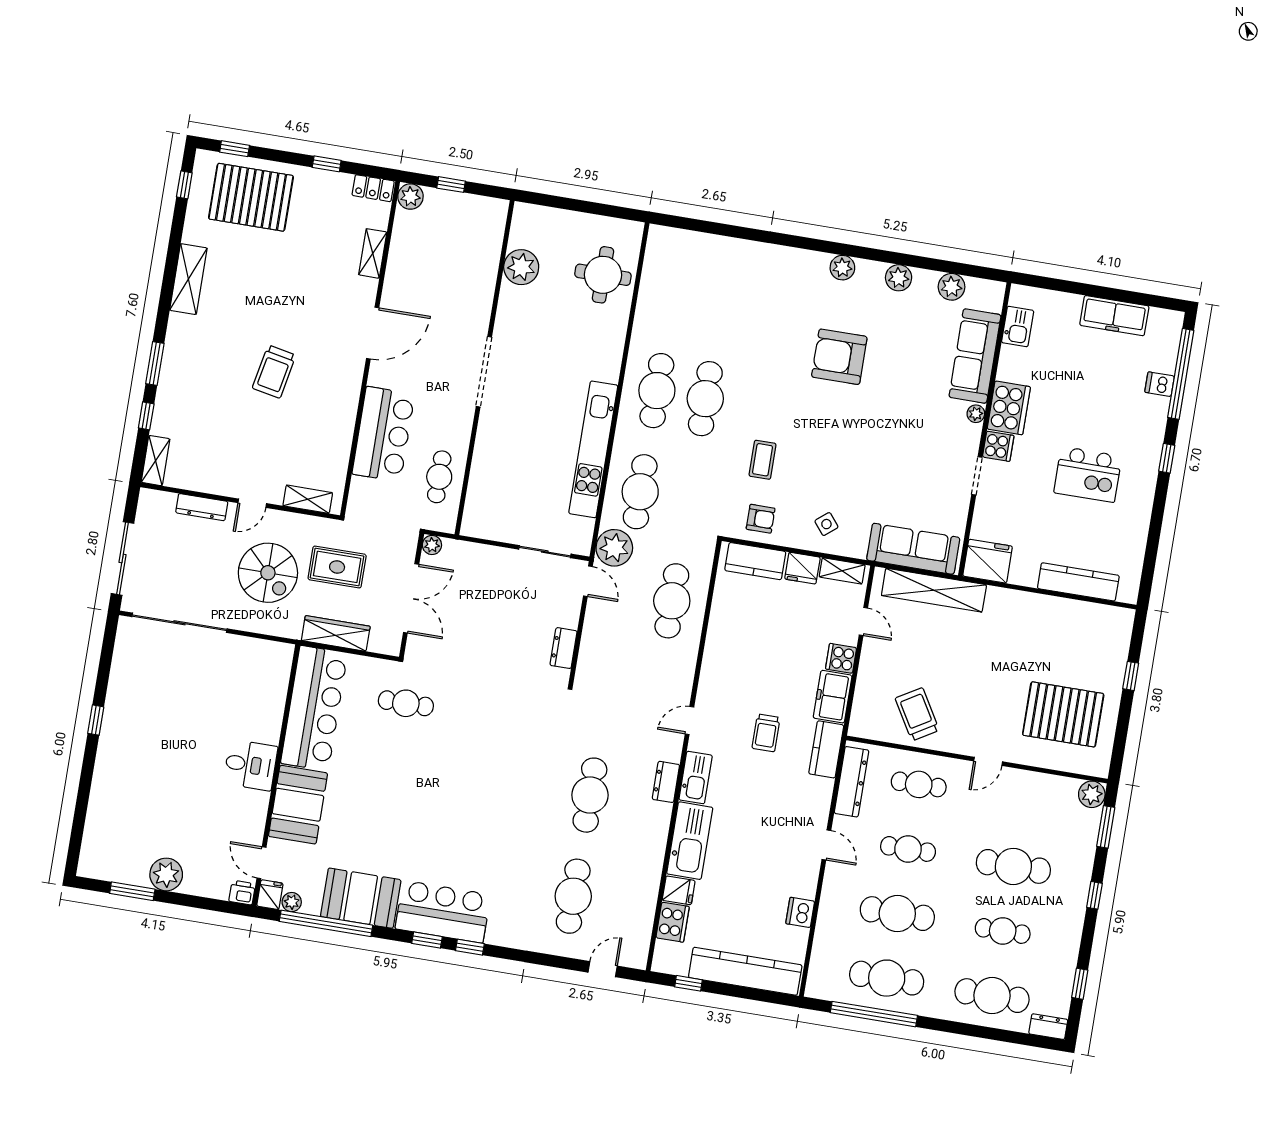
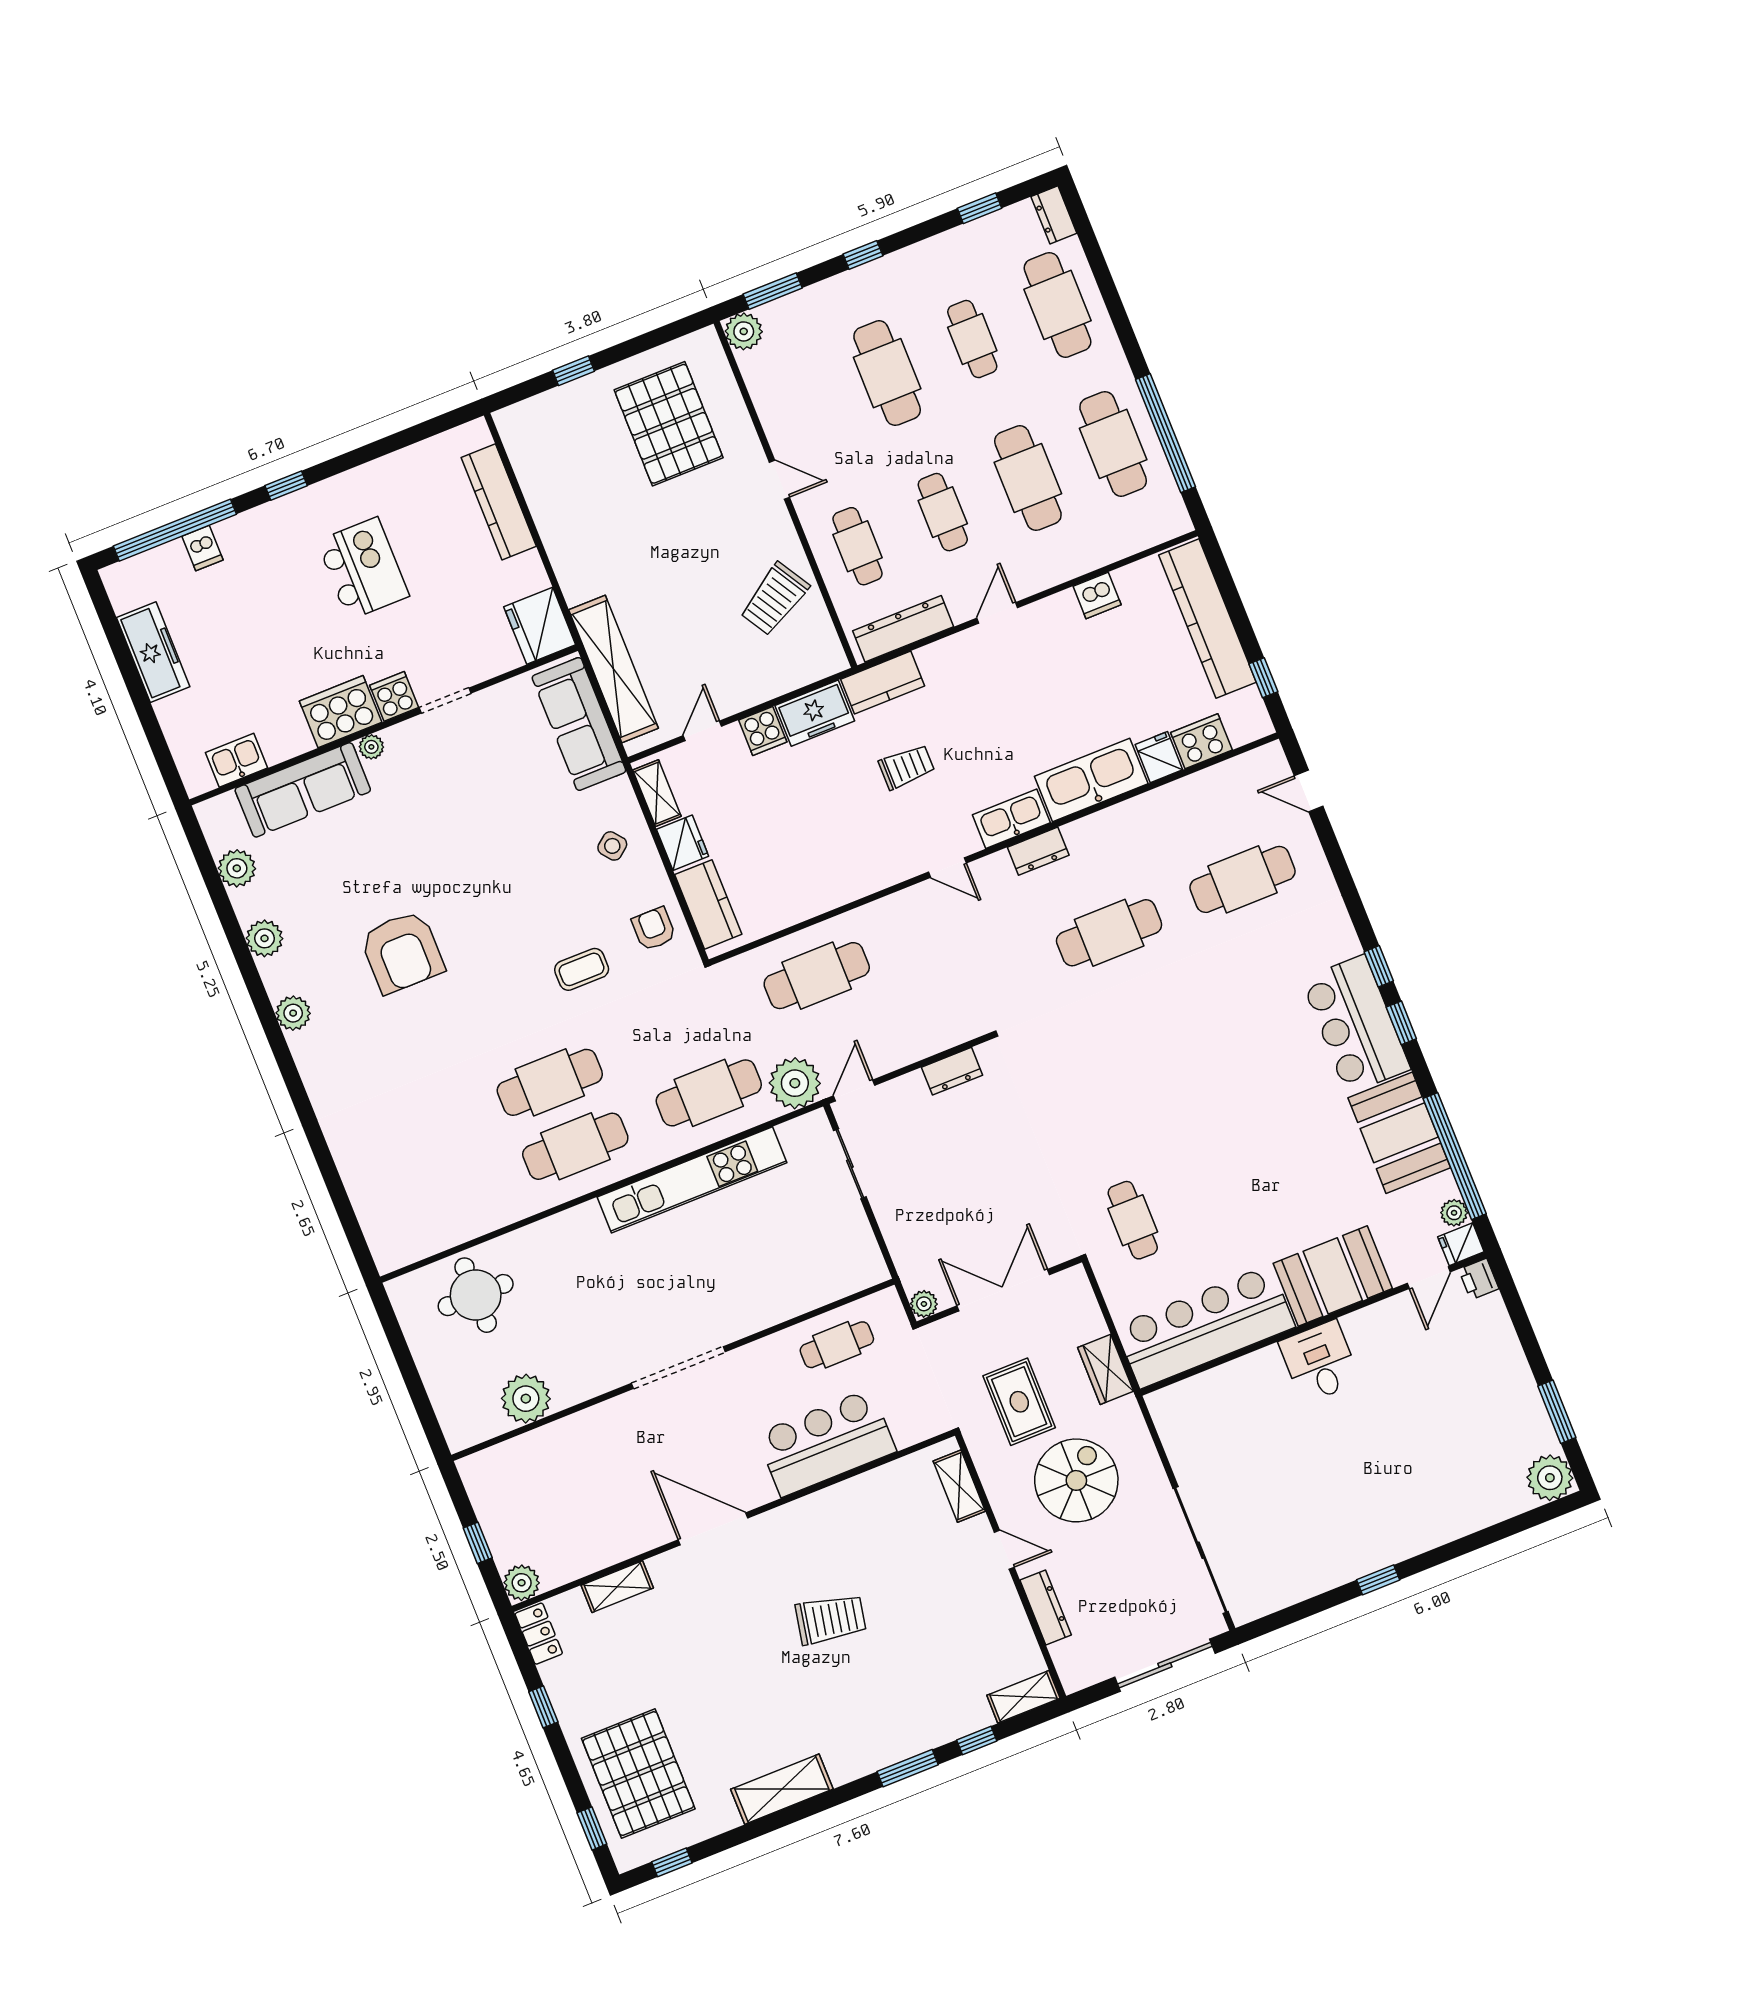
wardrobe: (336, 633) -> (1106, 1369), width x0.67
plant: (166, 874) -> (1550, 1478), moved

